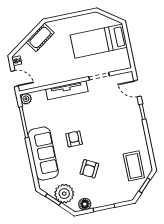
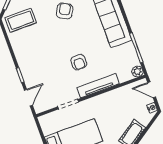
door: (137, 88) -> (28, 98), hinge flipped
armchair: (74, 139) -> (79, 62), moved
coffee table: (134, 166) -> (21, 20), turned 90

